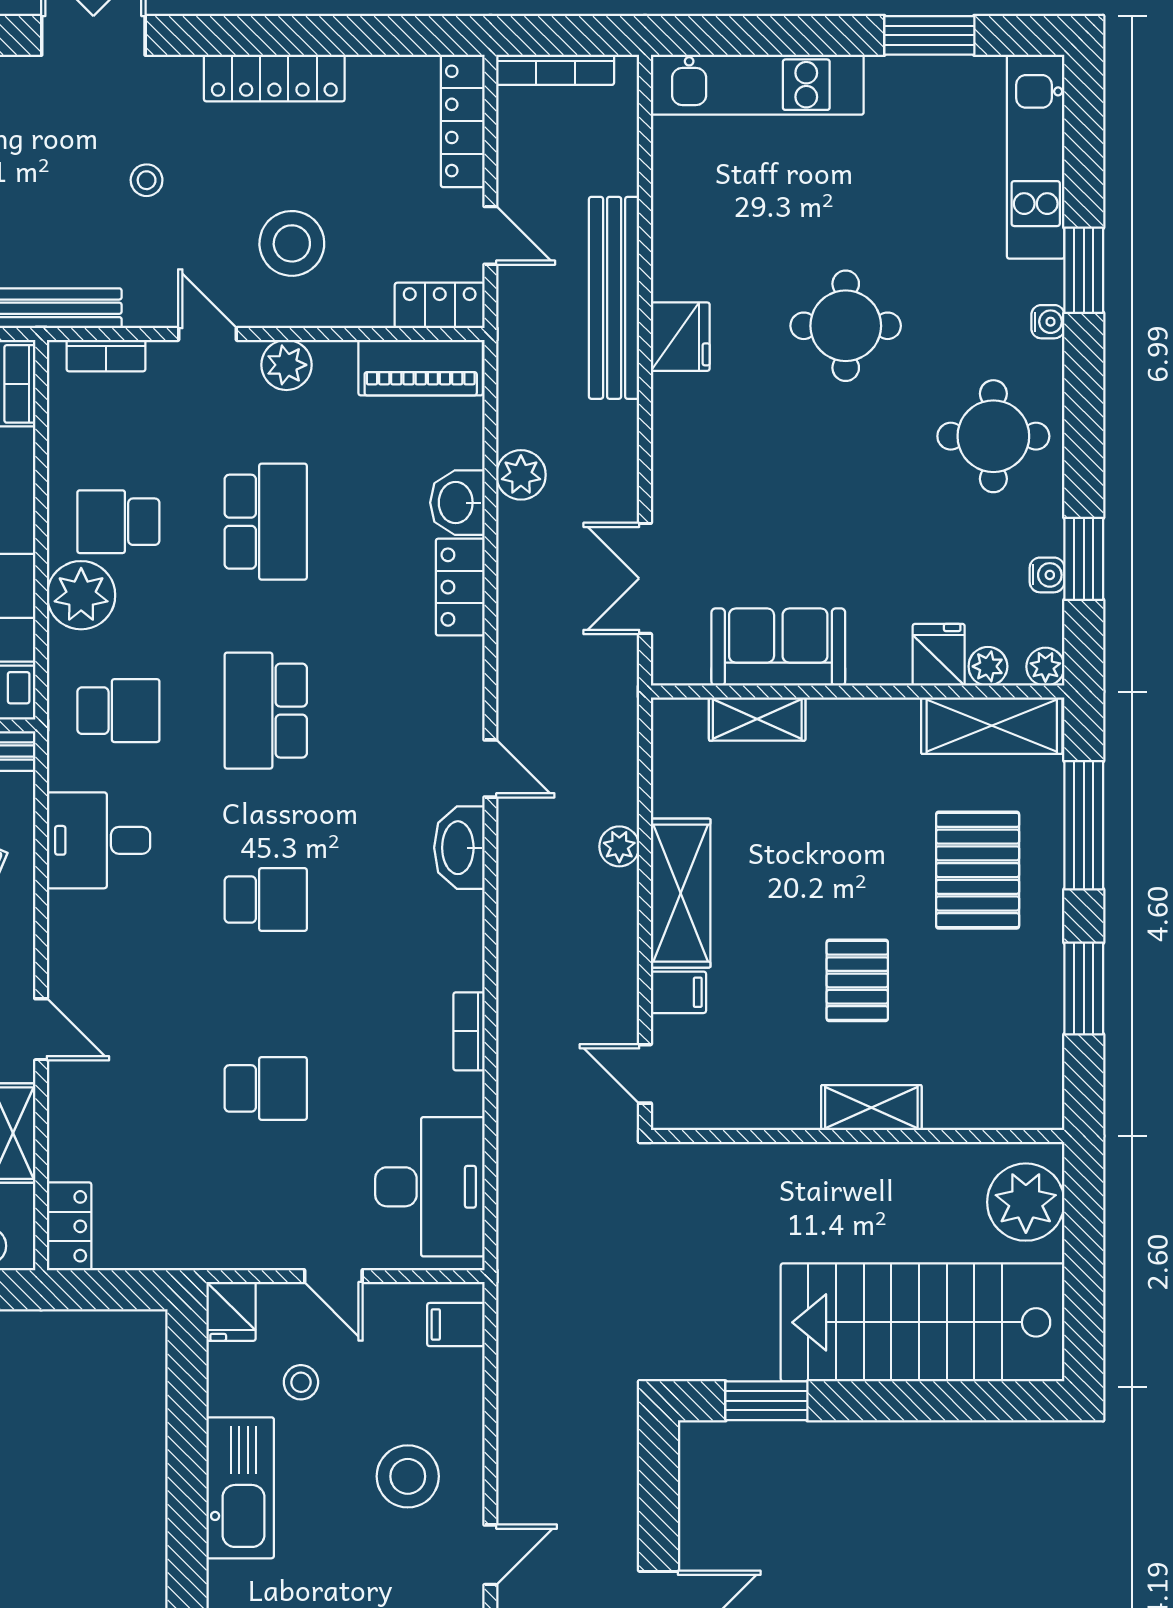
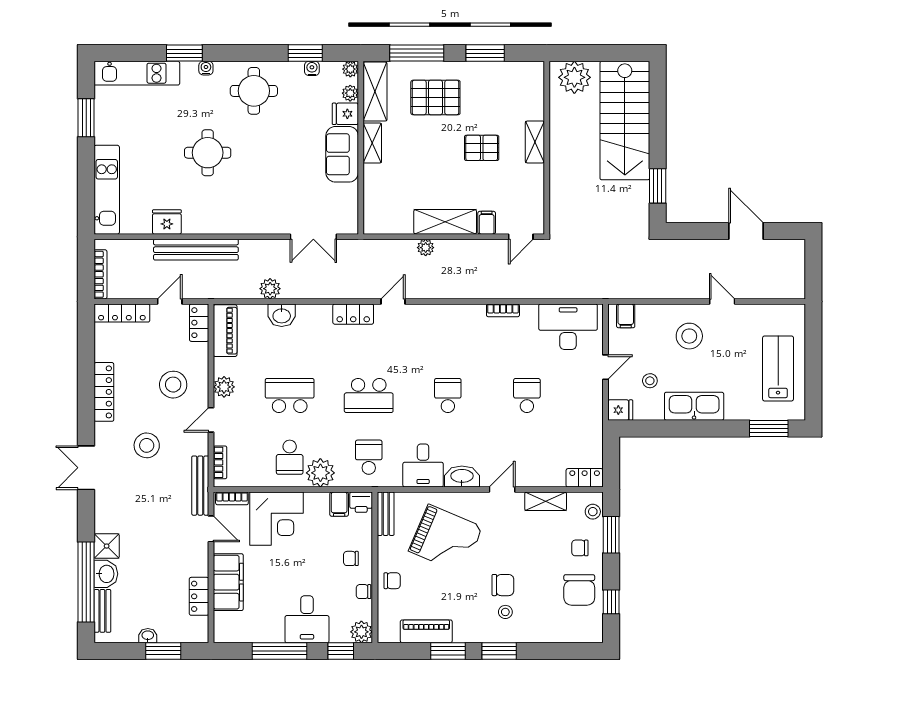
stool: (147, 180) -> (147, 445), width x1.89, depth x1.89
fridge: (680, 337) -> (167, 222), moved
locker: (460, 587) -> (353, 314), moved
sofa: (778, 647) -> (342, 154), moved
shelving: (757, 719) -> (372, 143), moved
washbasin: (459, 848) -> (462, 477), moved, turned 180

